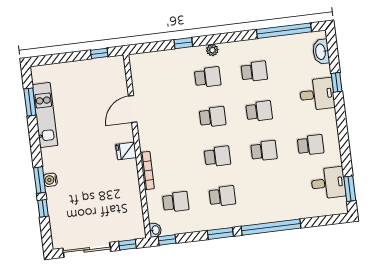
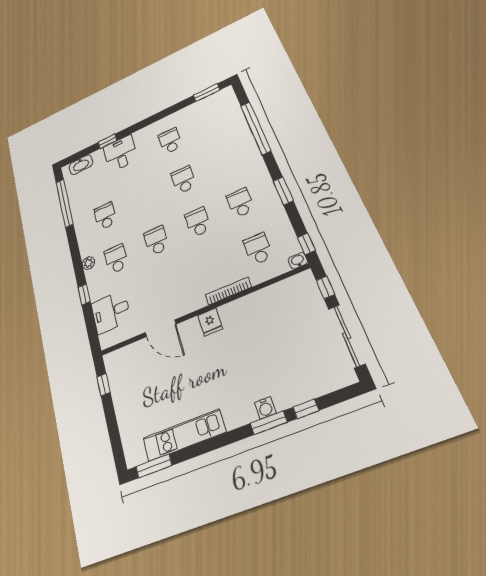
window: (30, 102) -> (154, 466), moved
school desk: (259, 111) -> (144, 198), removed
desk: (328, 183) -> (111, 312), moved, turned -90
window: (271, 227) -> (256, 128), moved

